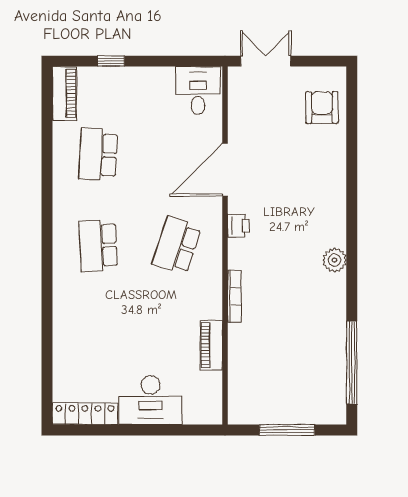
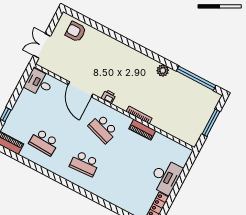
plant: (334, 260) -> (163, 70), moved
piano: (211, 345) -> (142, 130), moved

